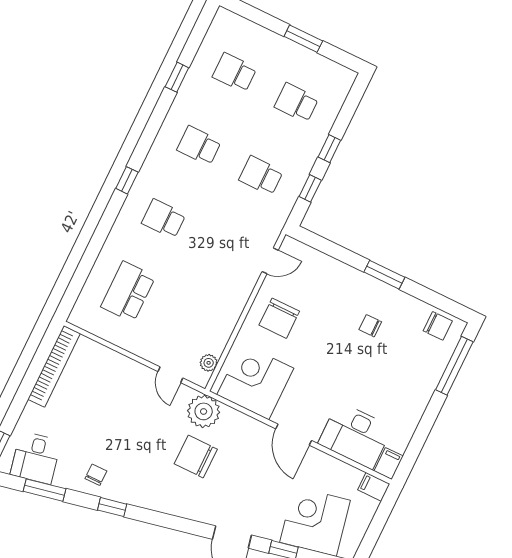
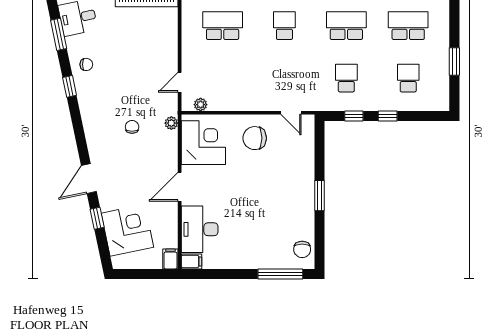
school desk: (235, 73) -> (408, 26), width x1.85
school desk: (199, 146) -> (346, 26), width x1.85
chair: (370, 326) -> (280, 203), removed
plant: (204, 411) -> (171, 123), width x0.53, depth x0.53
chair: (196, 456) -> (132, 127), width x0.54, depth x0.54

